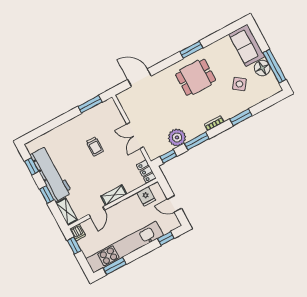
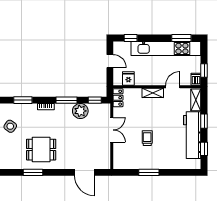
window: (90, 104) -> (149, 172), moved

